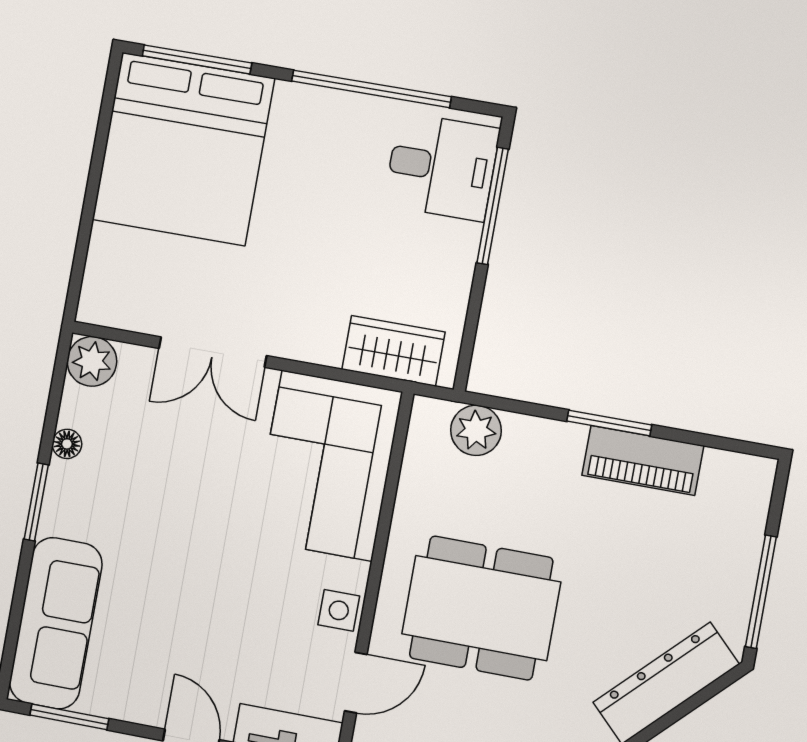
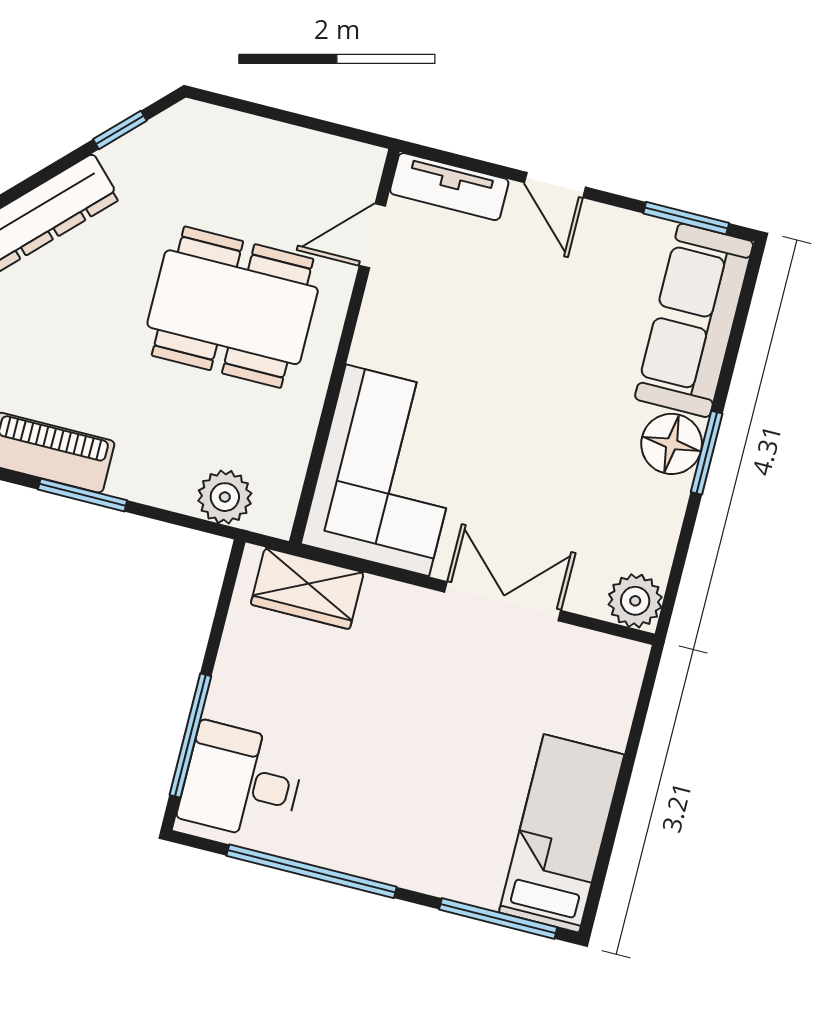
bed: (183, 149) -> (561, 833), width x0.49
floor lamp: (67, 444) -> (672, 444), moved, width x1.89, depth x1.89
side table: (339, 610) -> (385, 314), removed

